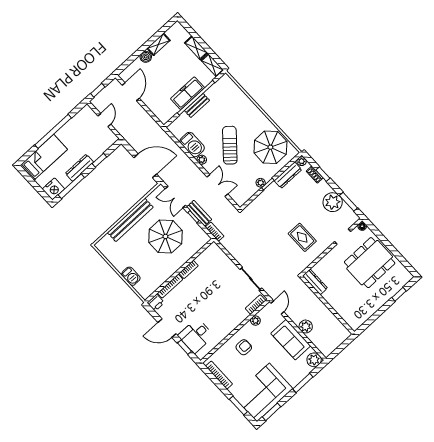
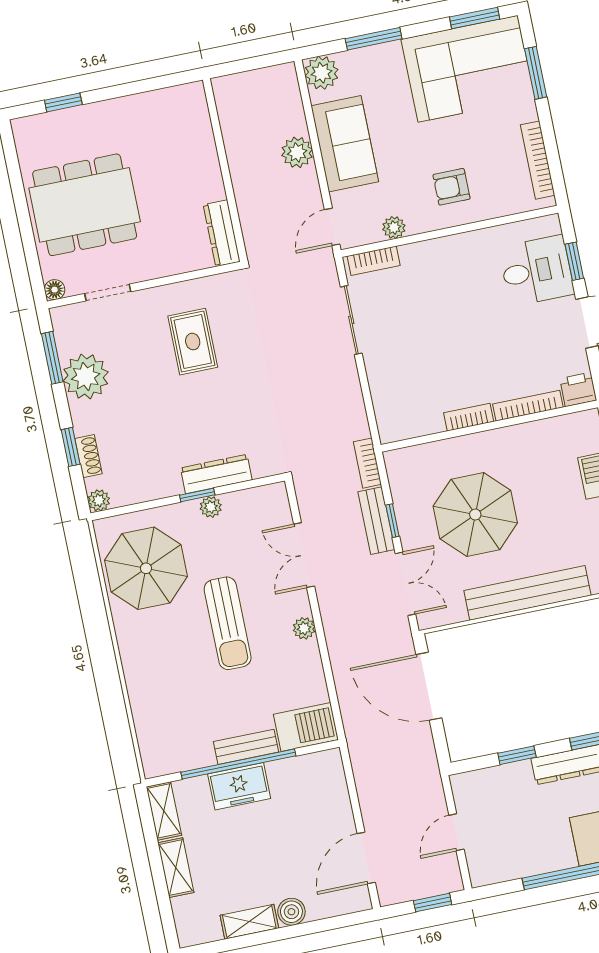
freezer: (188, 93) -> (239, 786), width x0.71
barbecue: (192, 145) -> (306, 727), moved, turned 90
sun lounger: (230, 145) -> (228, 623), turned -41
dresser: (288, 175) -> (216, 474), moved

